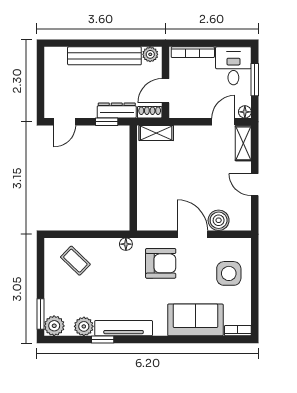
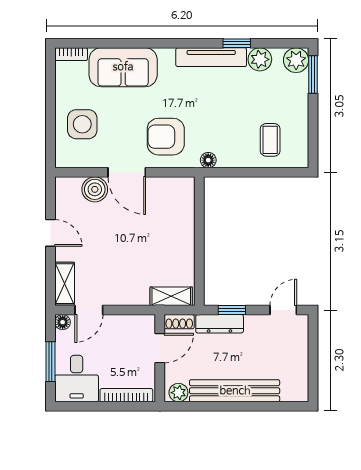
coffee table: (75, 261) -> (270, 140), turned 46

